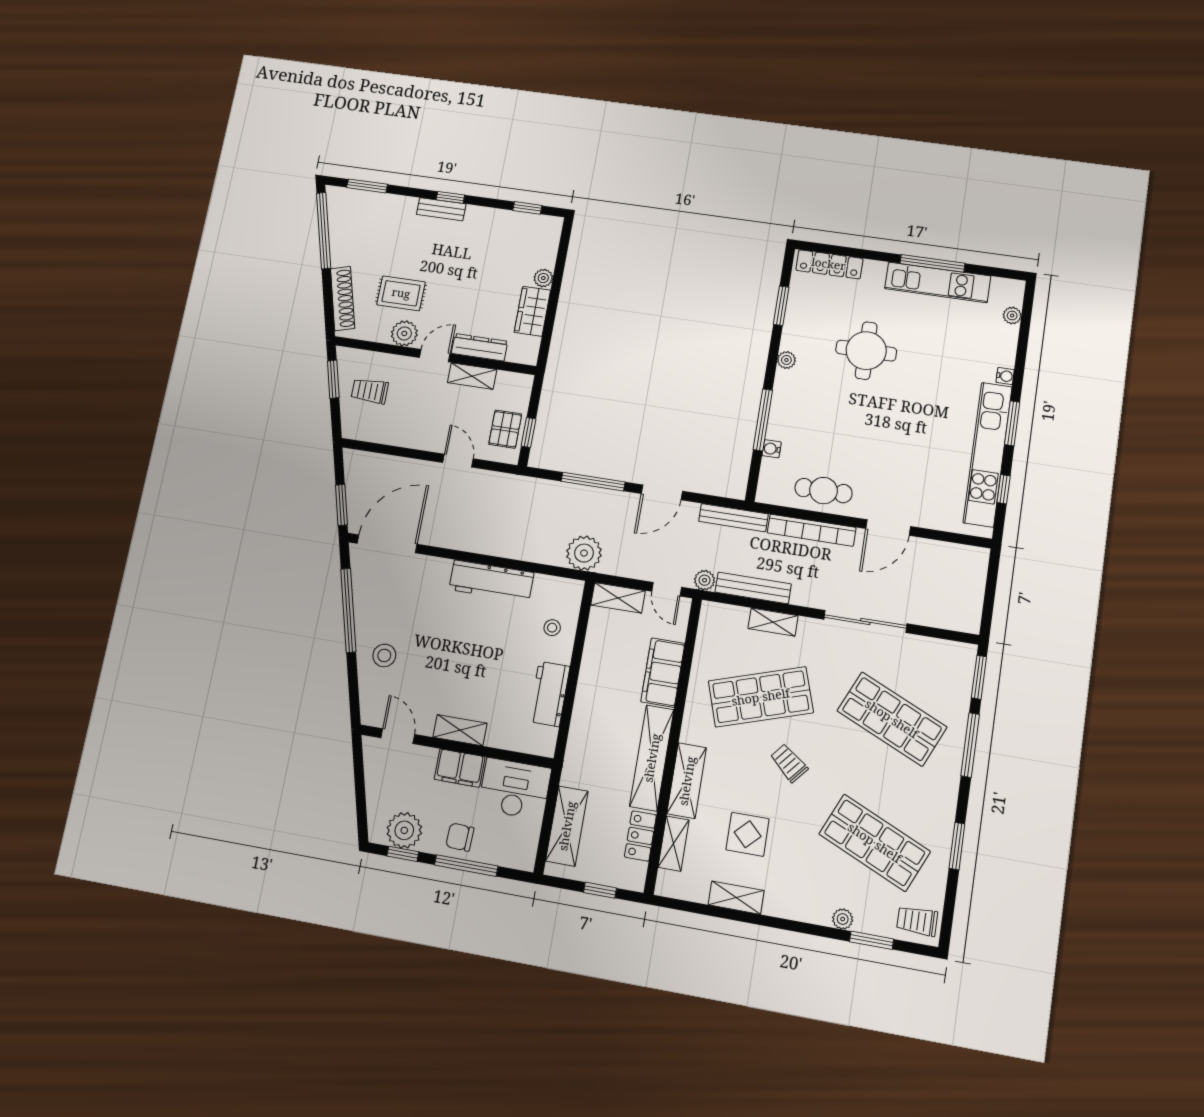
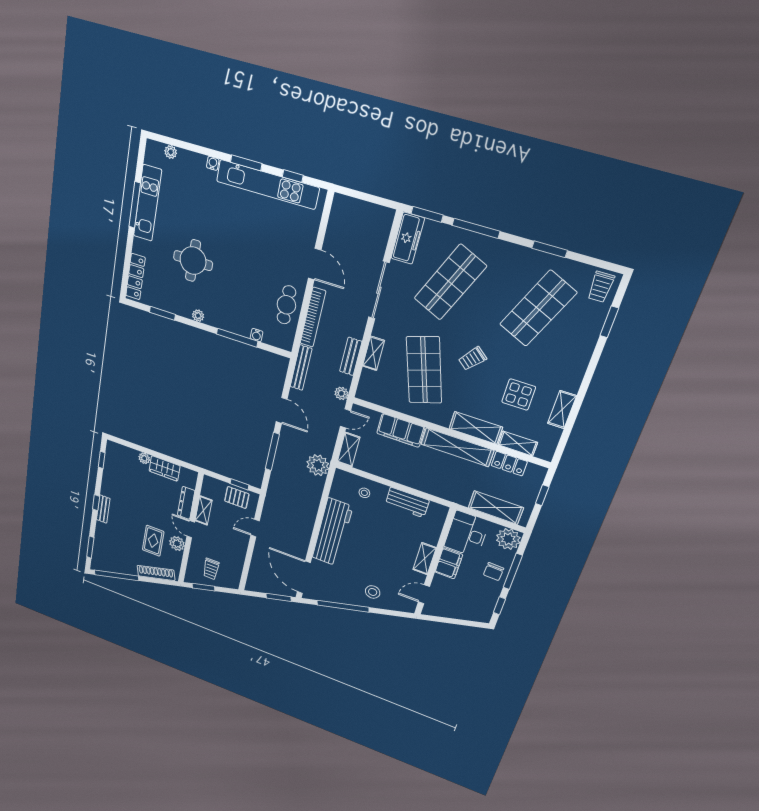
workbench: (491, 581) -> (332, 532), width x1.36, depth x1.32
bench: (753, 588) -> (351, 356), width x0.73
freezer: (943, 654) -> (408, 238), added
plant: (404, 830) -> (508, 539), moved
plant: (843, 919) -> (590, 340), removed

